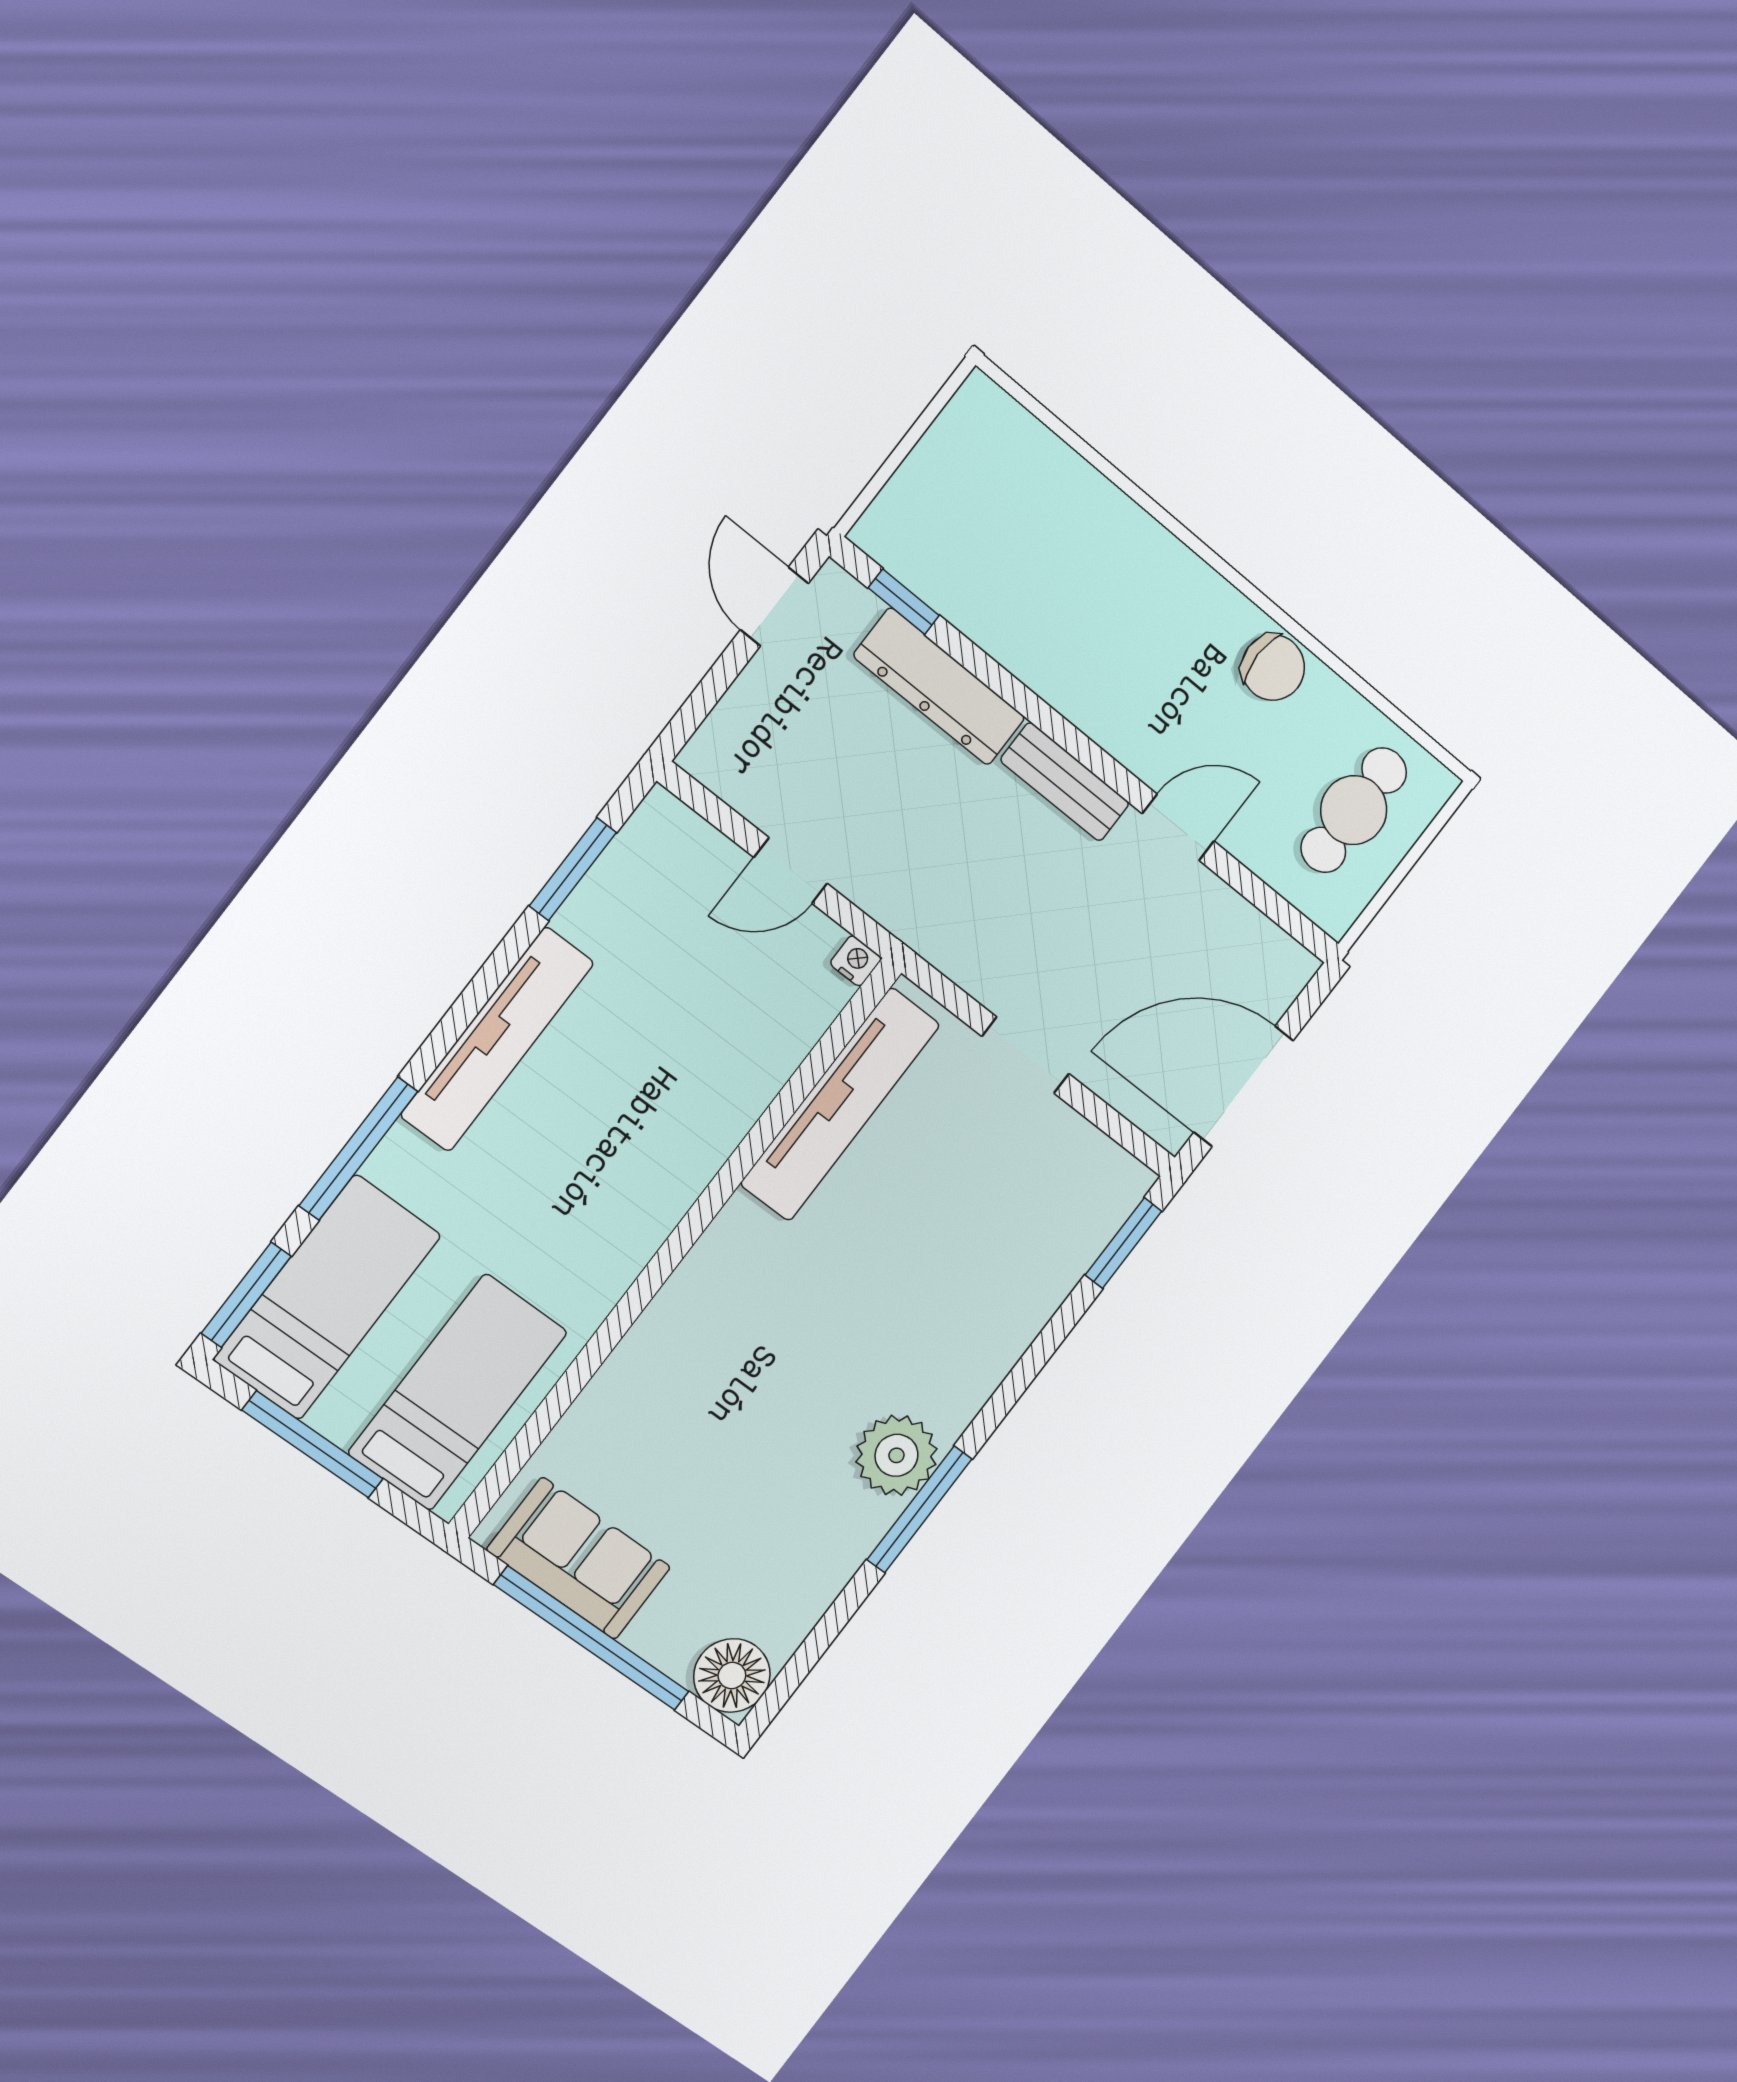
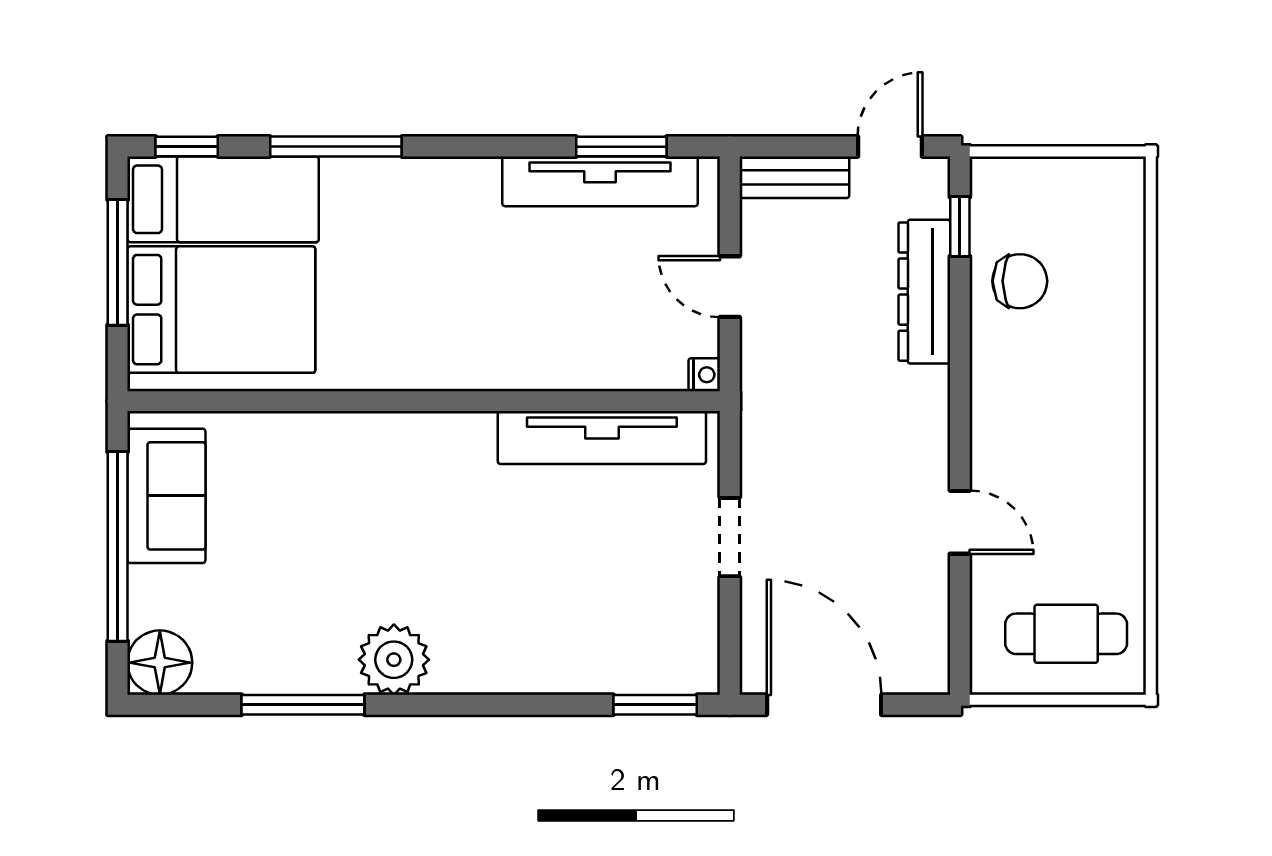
chair: (1273, 668) -> (1020, 281), moved, turned -90
bench: (1065, 782) -> (794, 177), moved, turned 90
tv unit: (497, 1039) -> (600, 181), moved
window: (246, 1295) -> (187, 147), width x0.67
bed: (458, 1392) -> (221, 310), width x1.50
window: (919, 1509) -> (303, 705), moved

